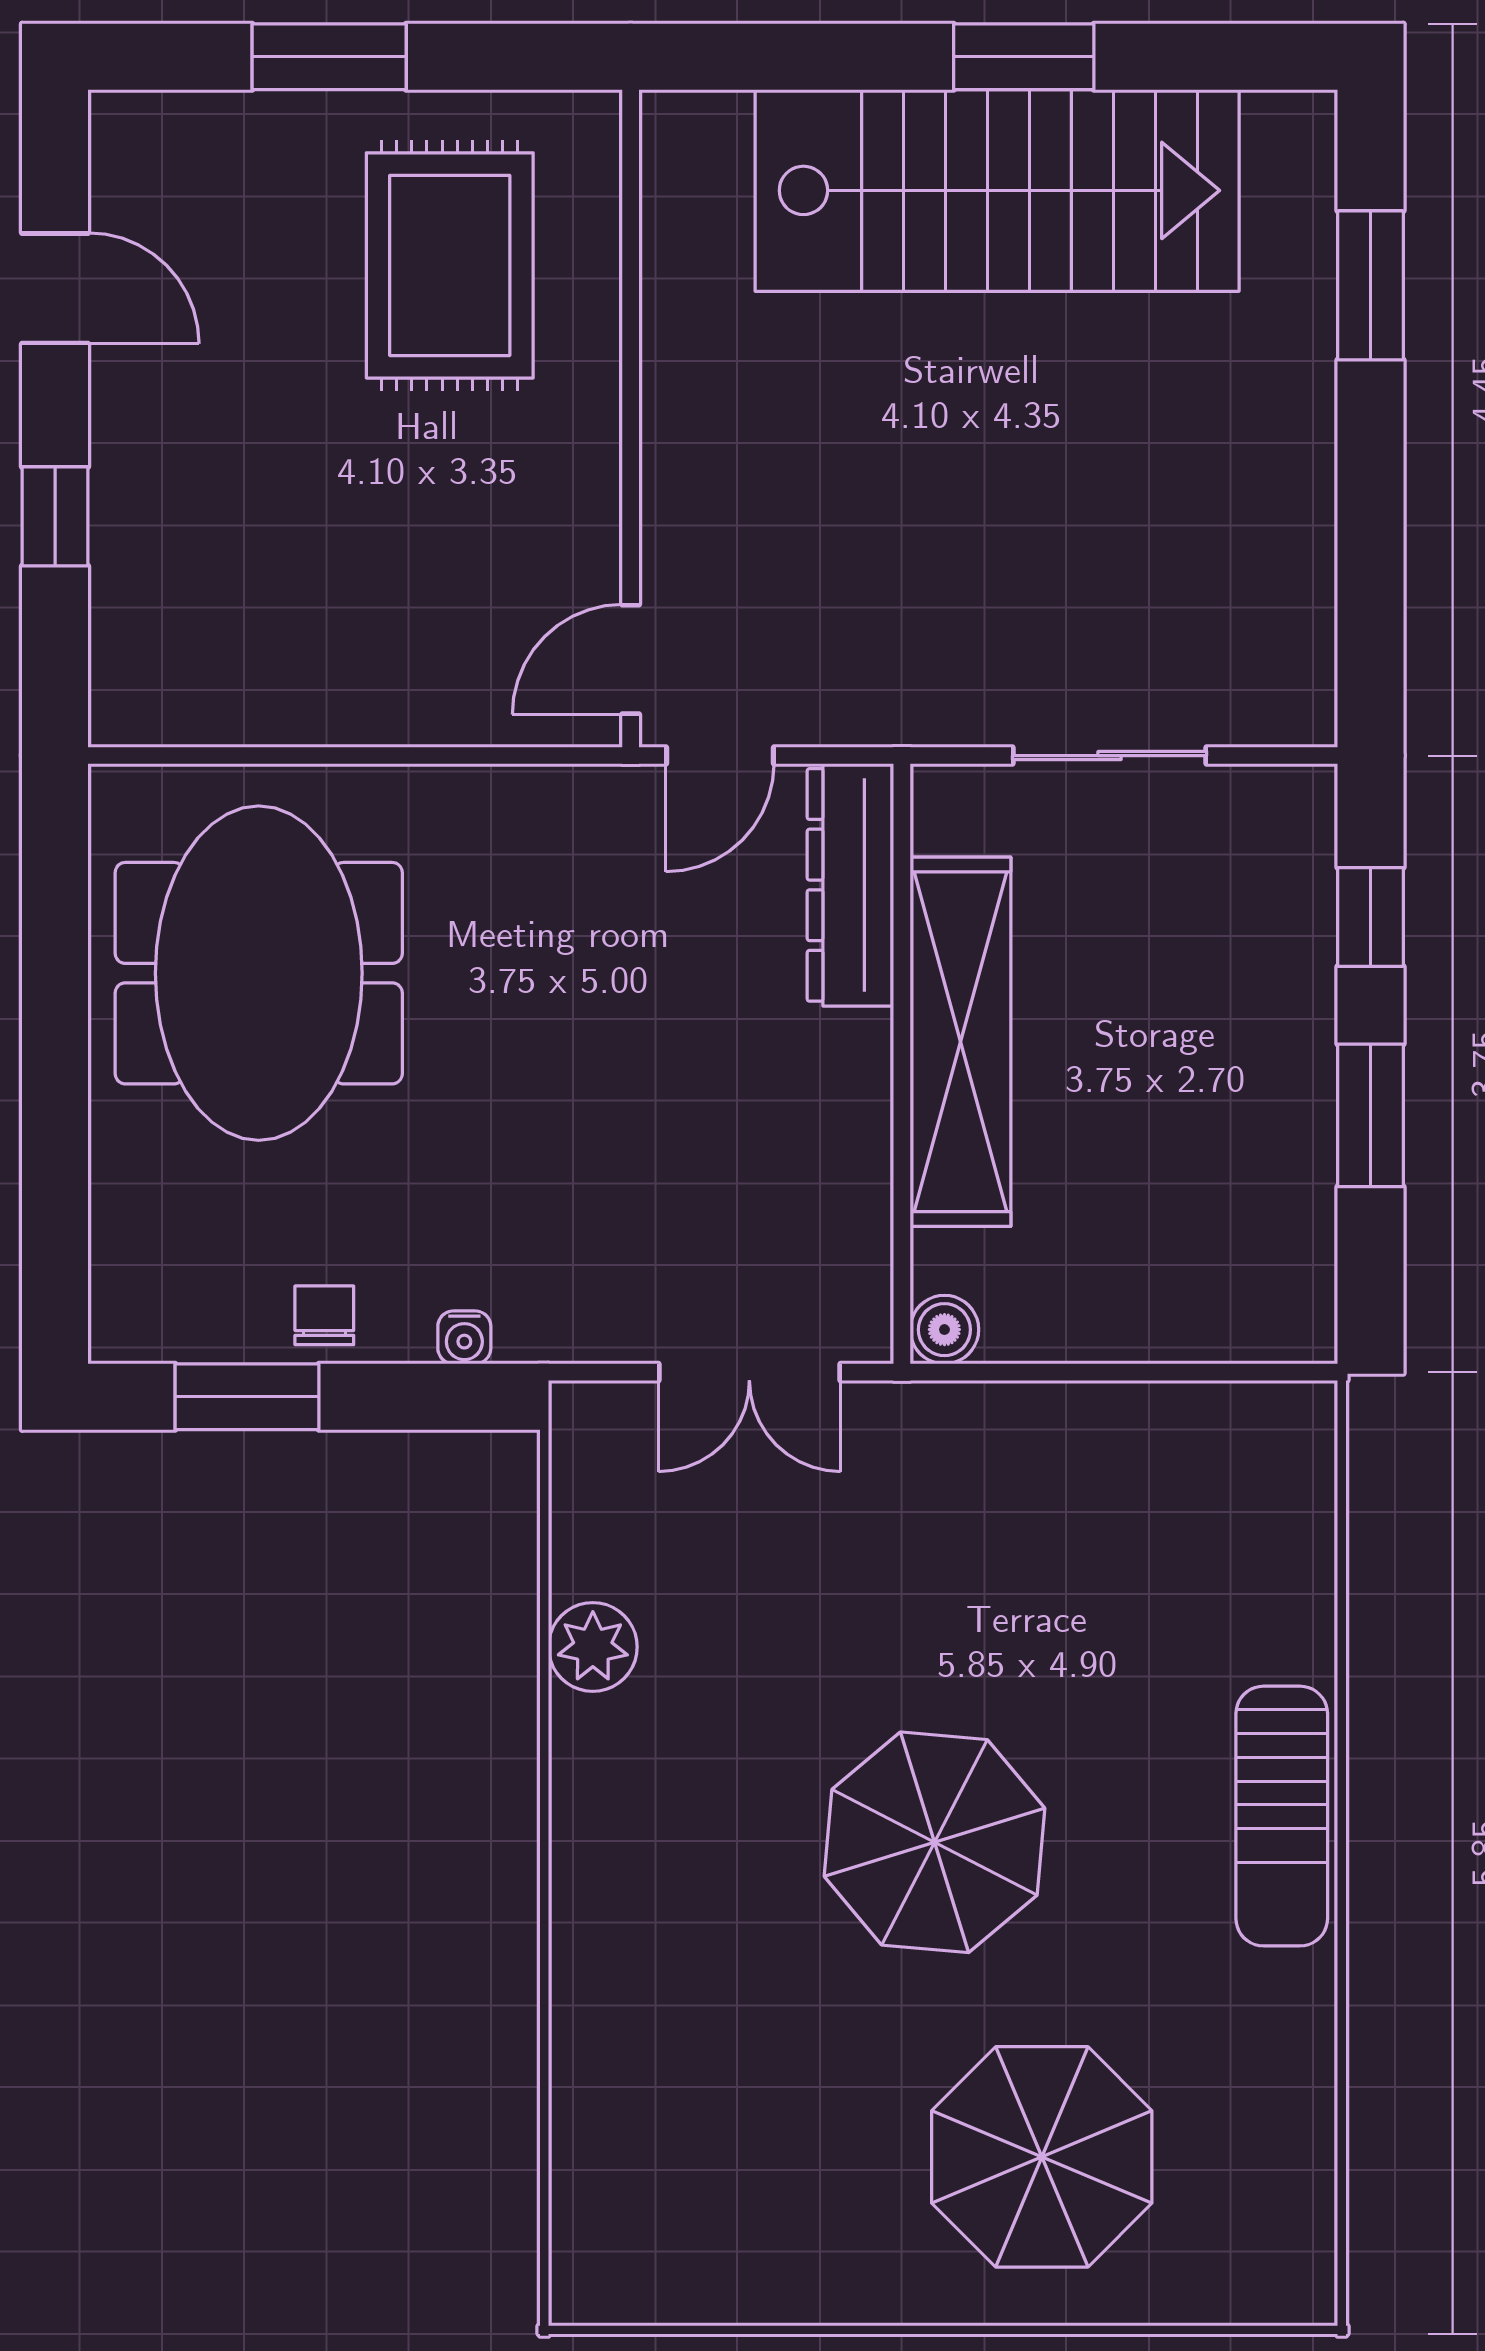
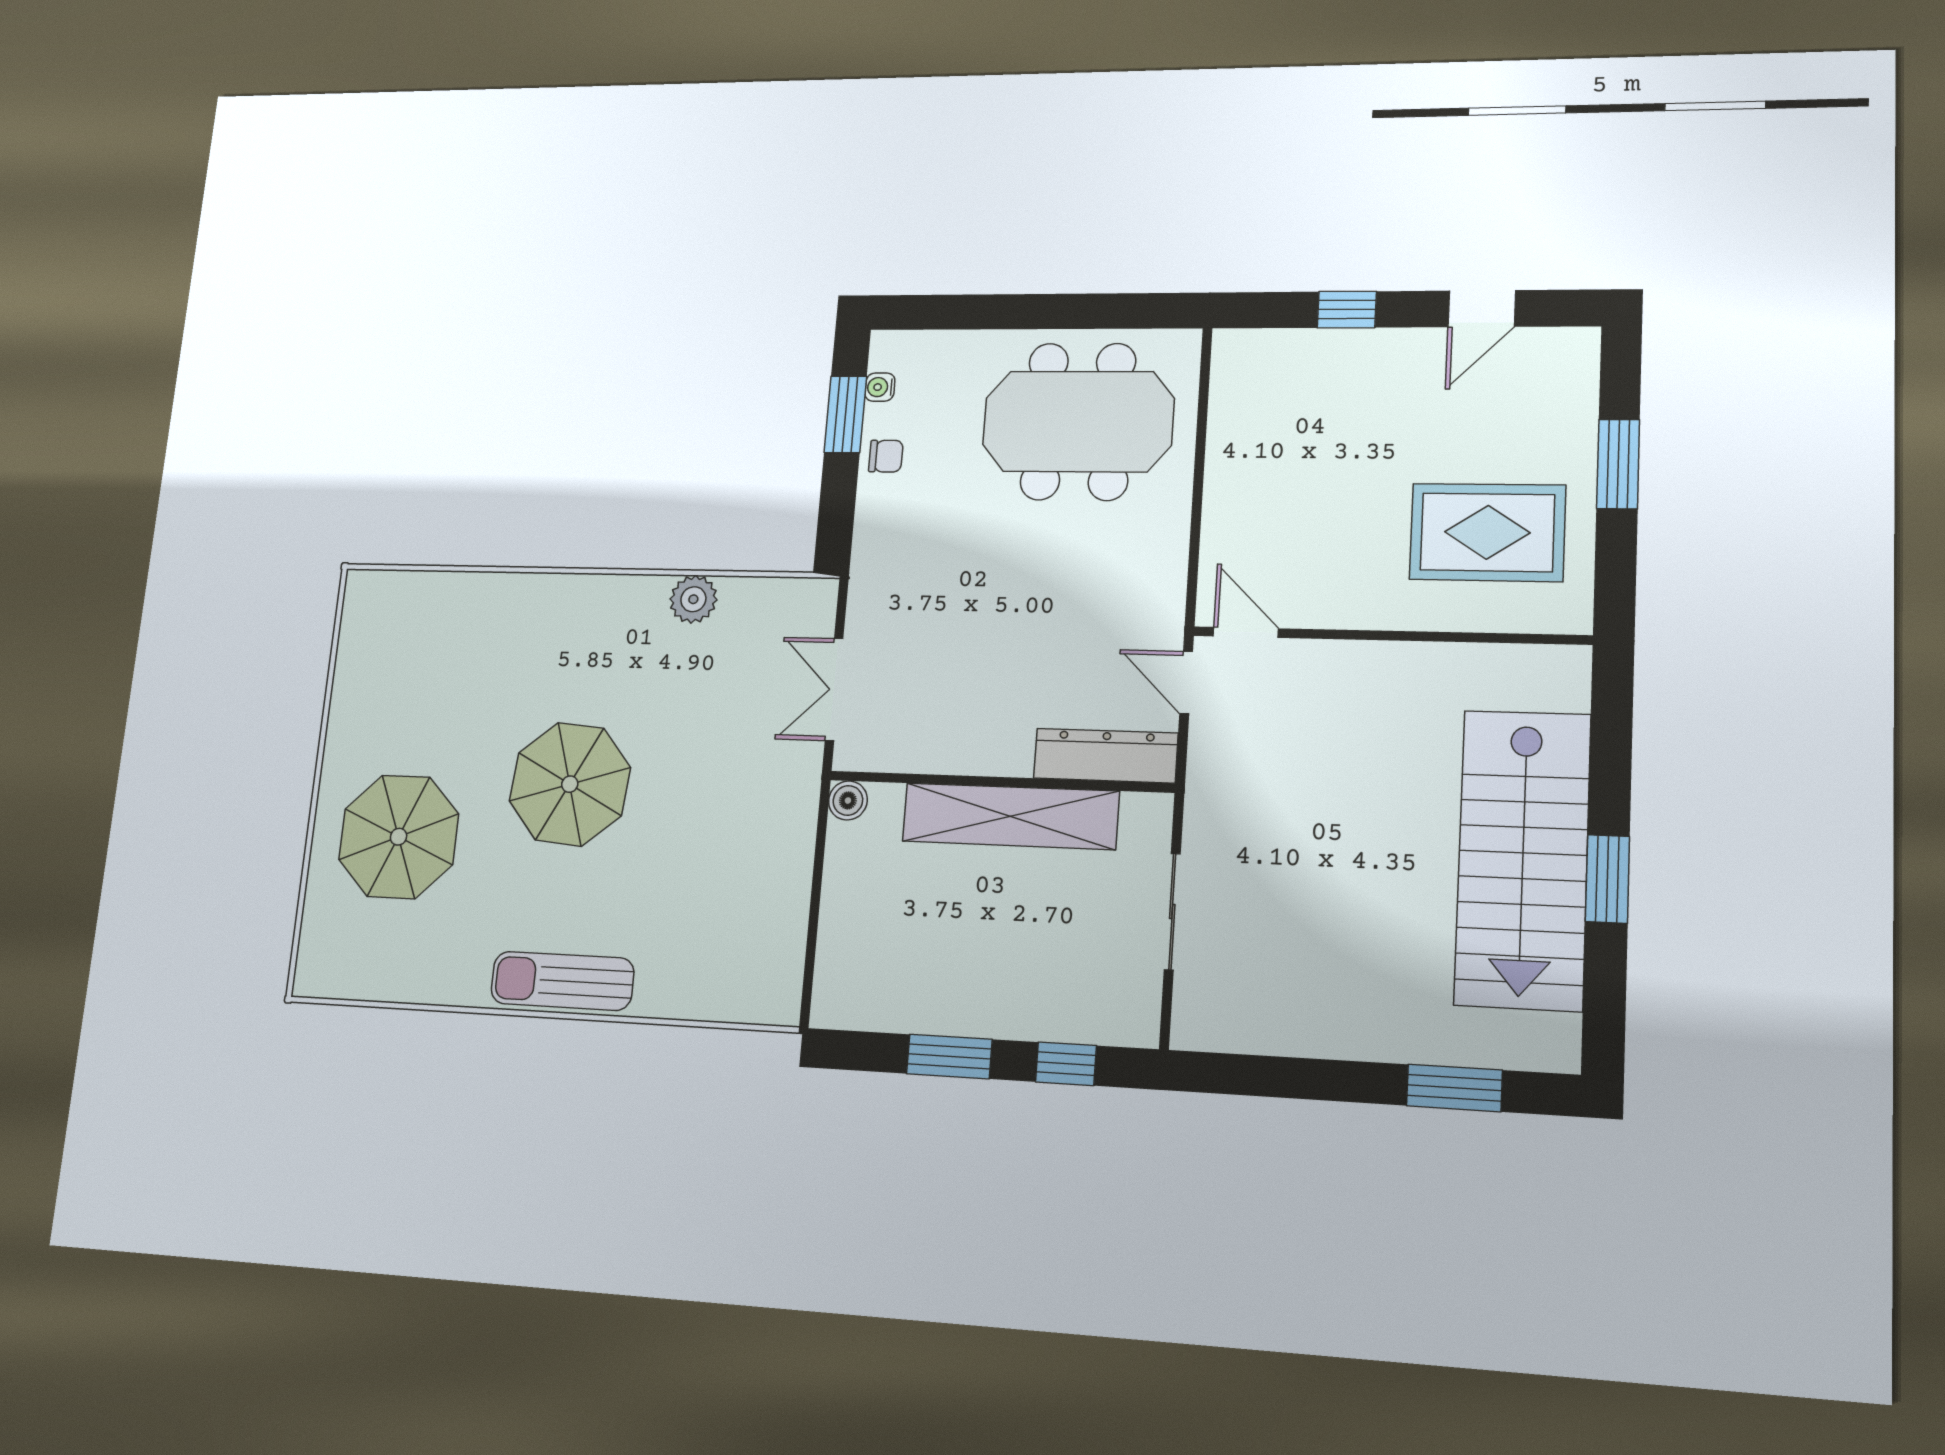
water cooler: (464, 1337) -> (880, 387), moved

